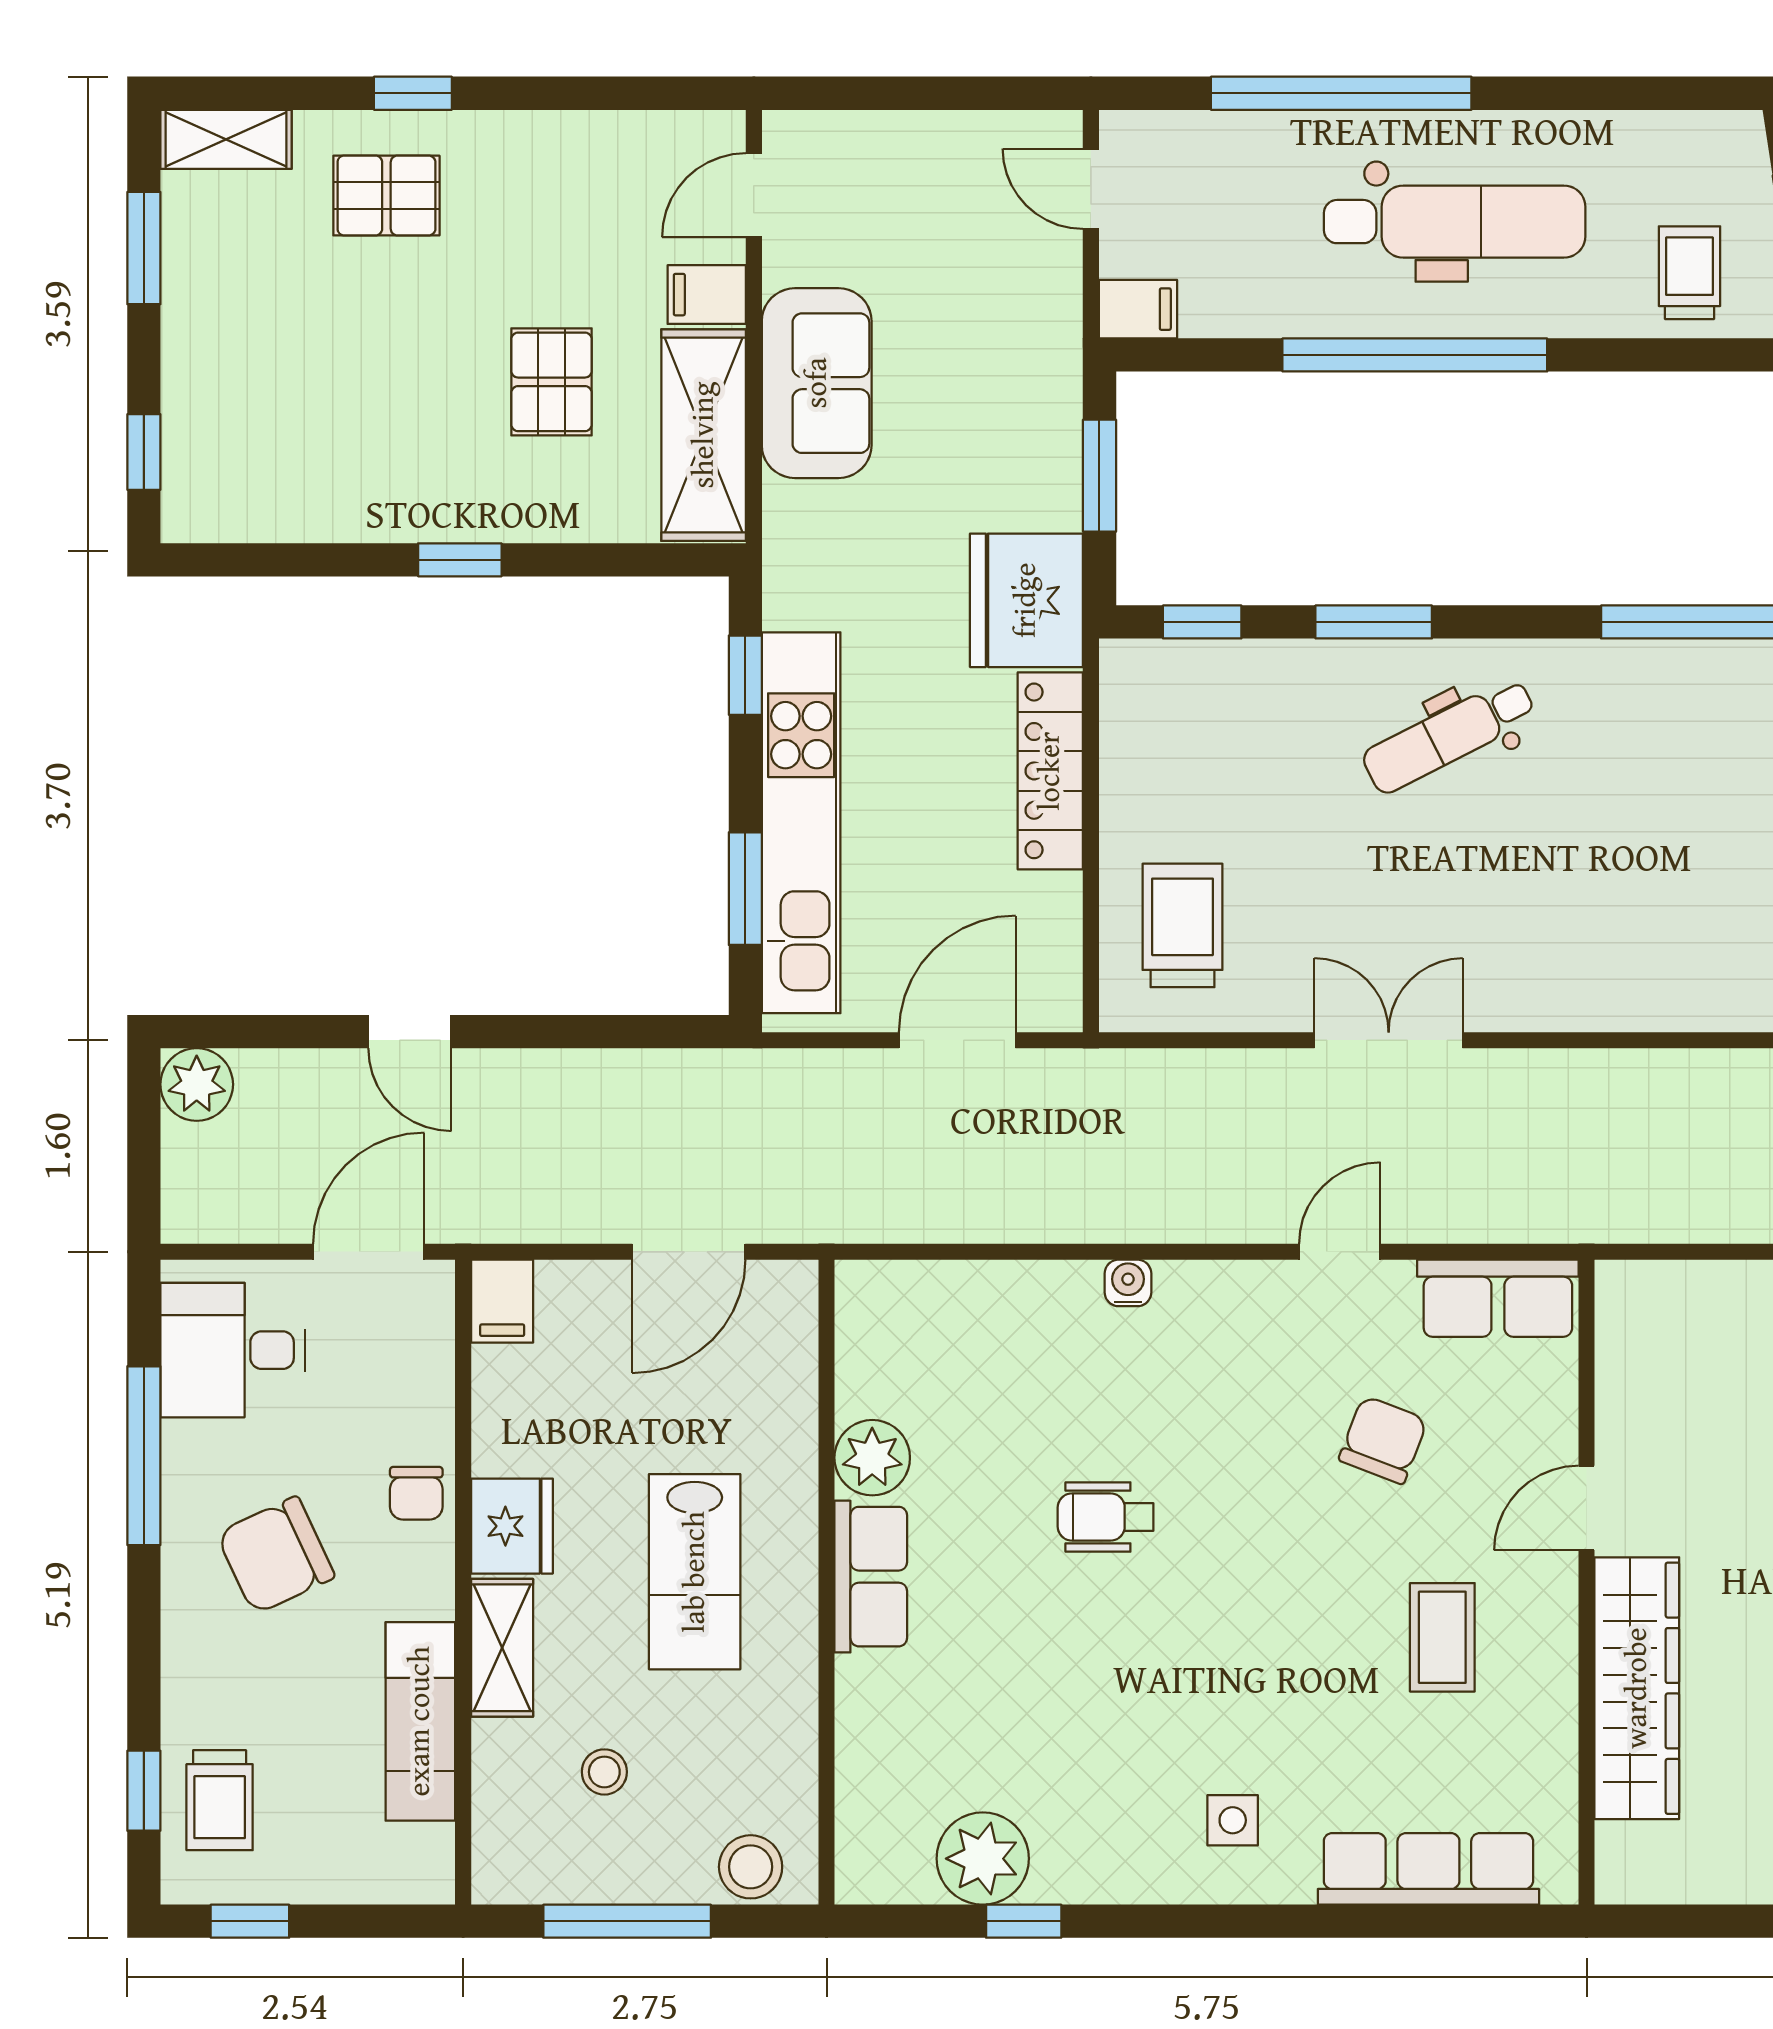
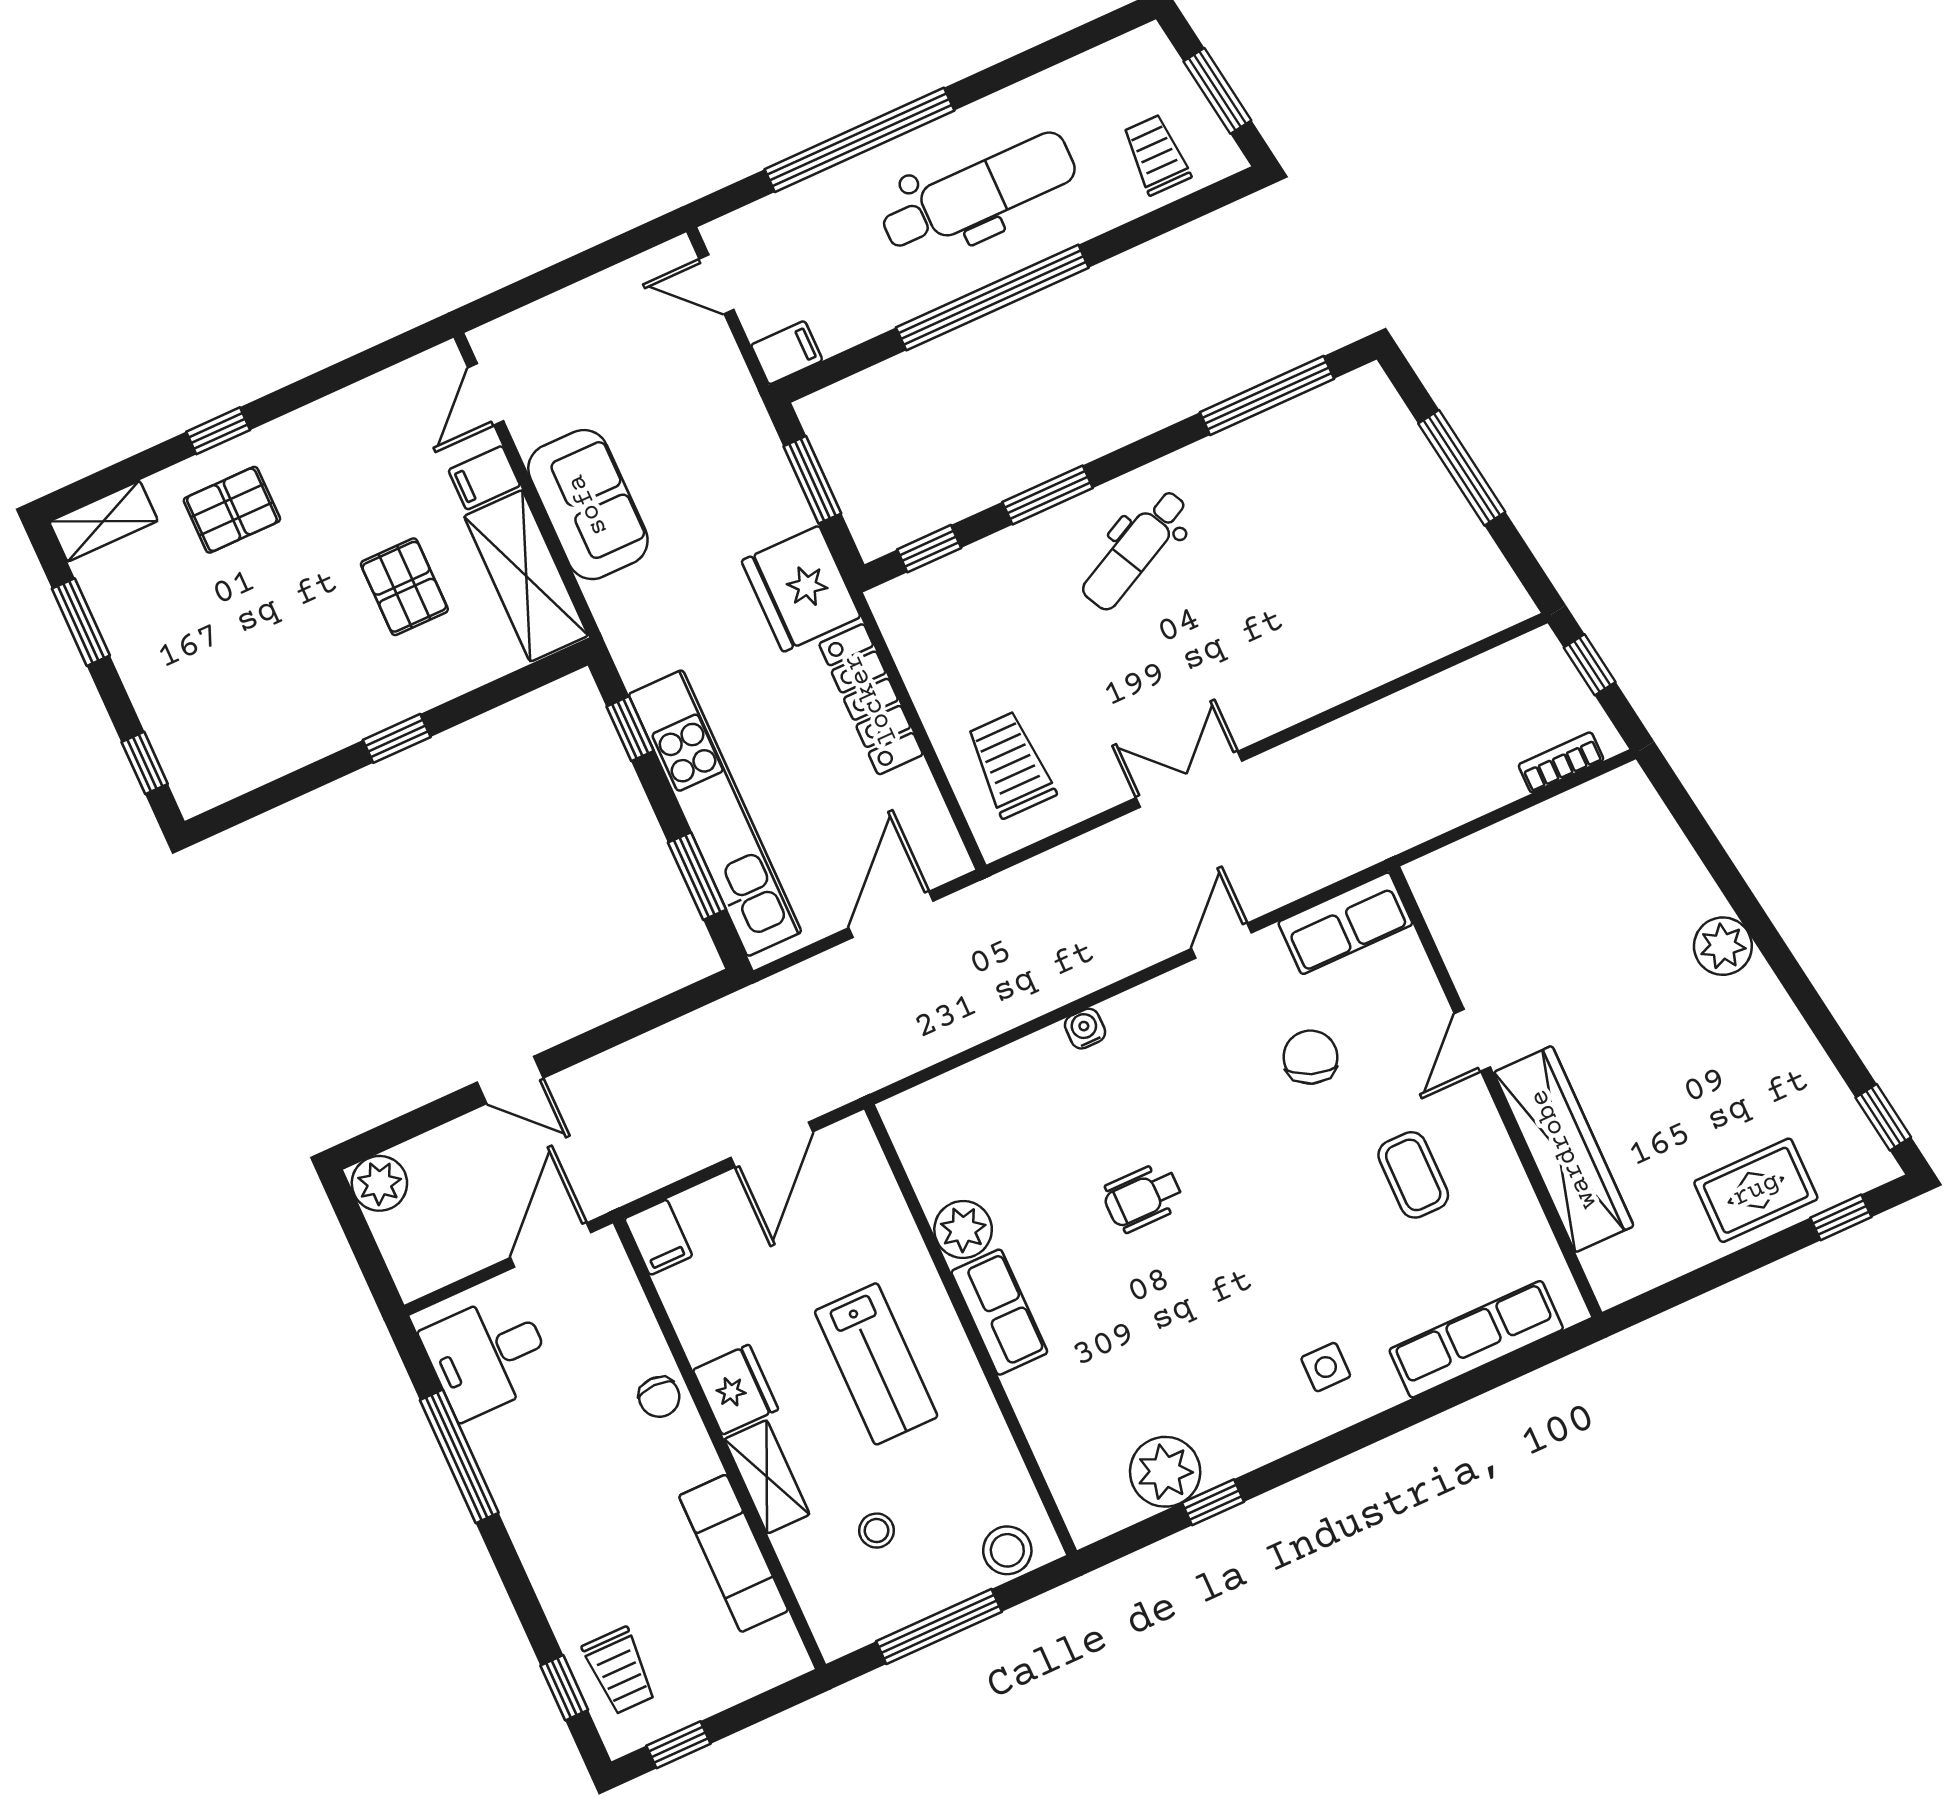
chair: (276, 1555) -> (581, 1484), removed

